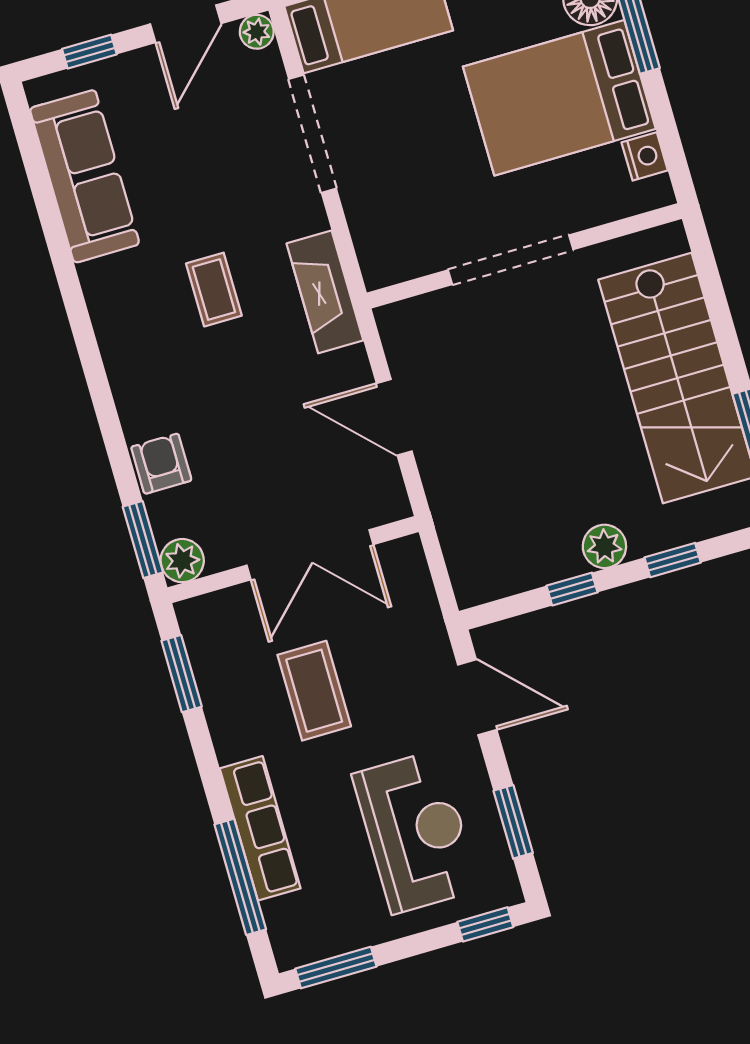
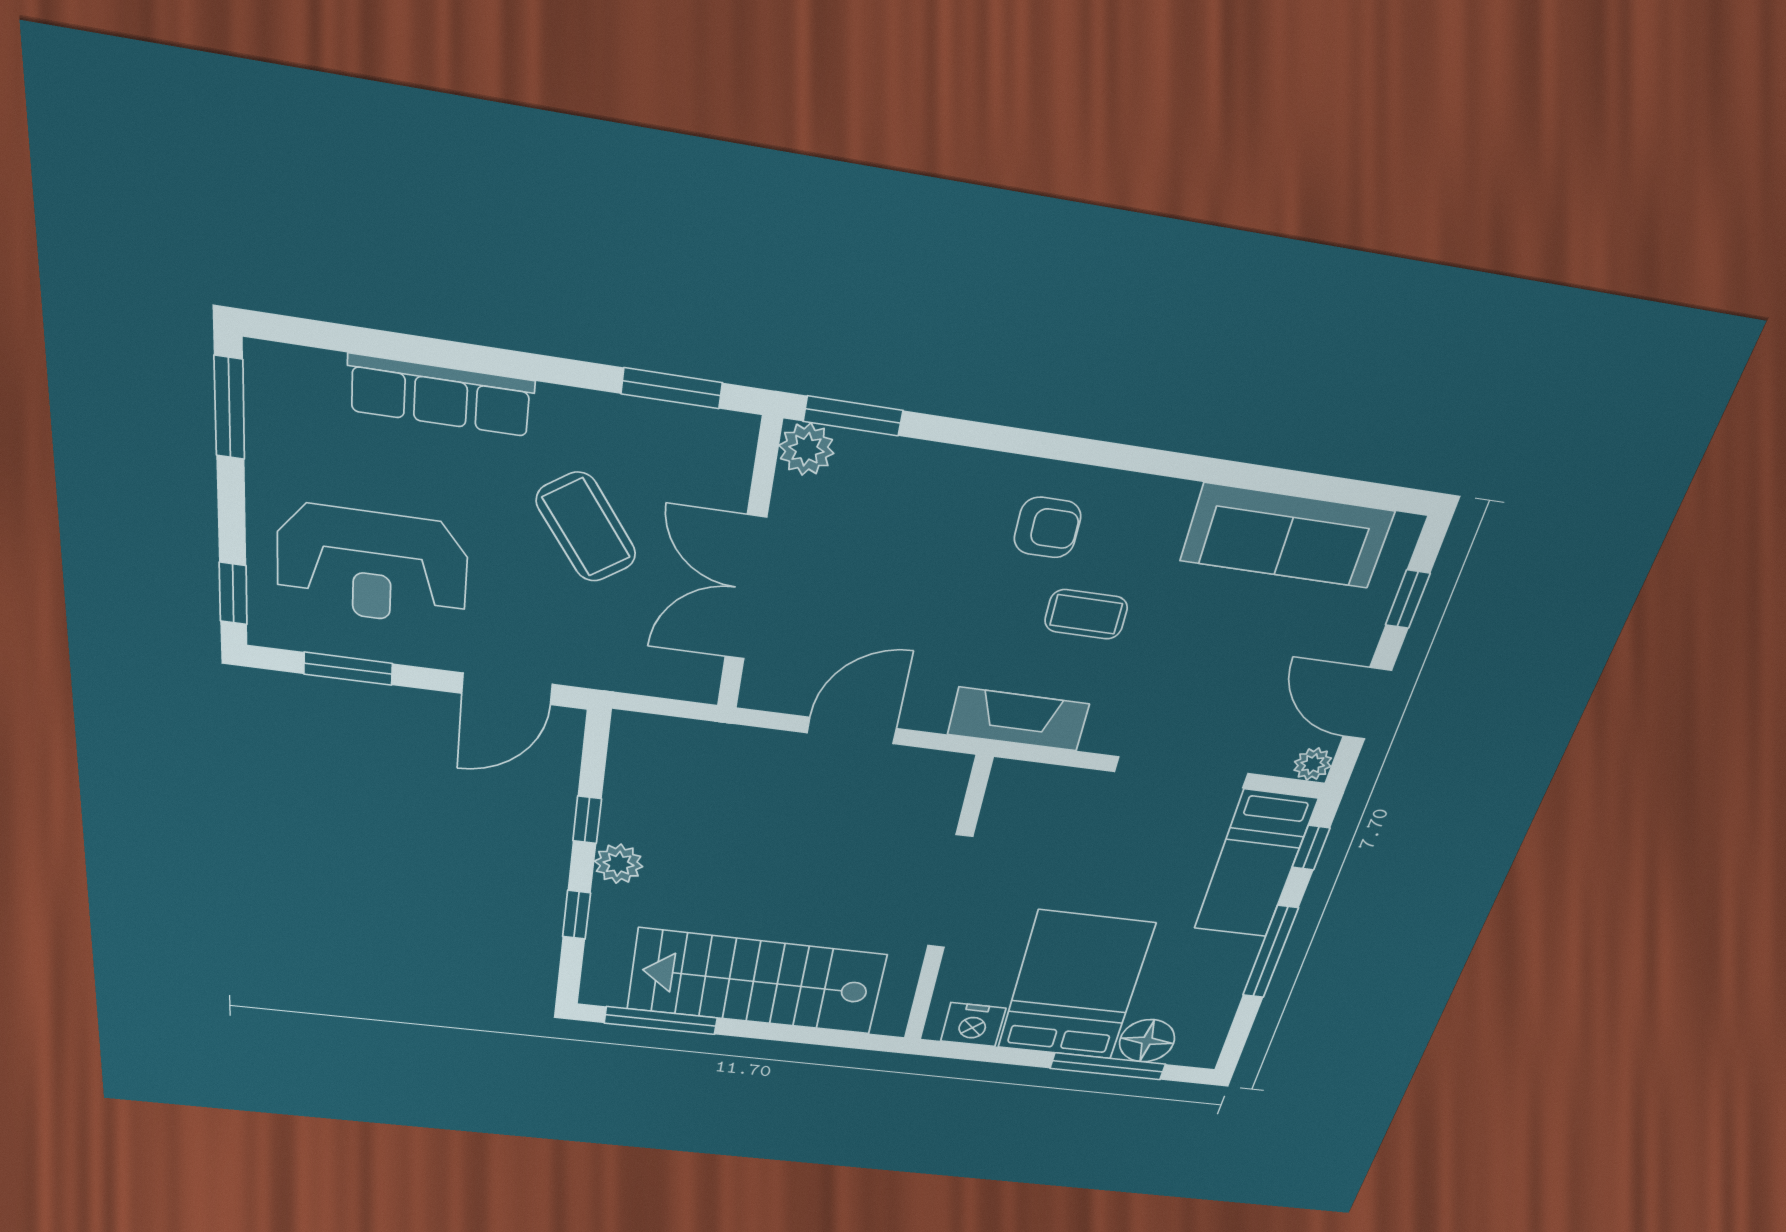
nightstand: (645, 156) -> (973, 1025), width x1.36, depth x1.33
armchair: (161, 464) -> (1047, 528), moved
coffee table: (314, 691) -> (586, 527), turned 55
window: (240, 877) -> (386, 345), removed

